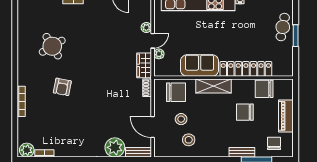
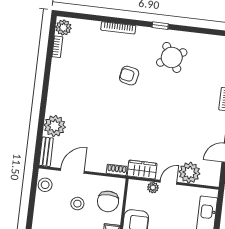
plant: (146, 28) -> (190, 173), width x1.87, depth x1.87
door: (153, 41) -> (169, 182), swing flipped
round table: (52, 46) -> (172, 57), moved
window: (15, 65) -> (160, 26), added
stool: (189, 140) -> (45, 185), moved

